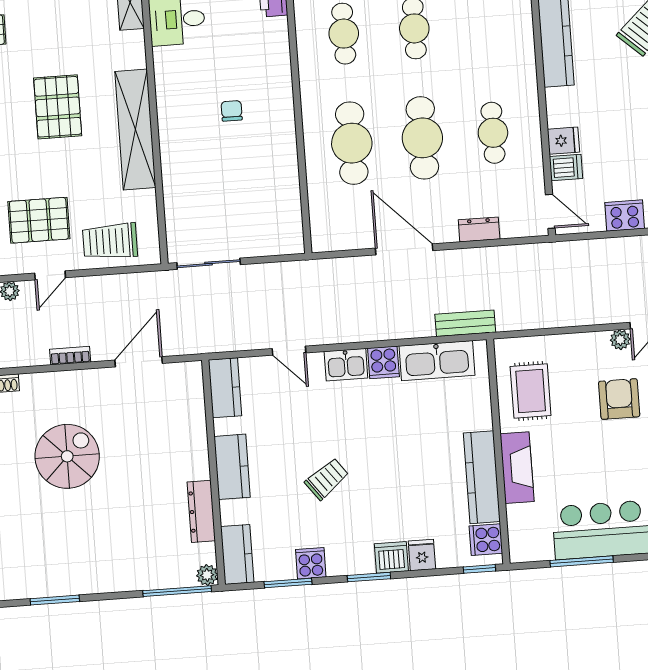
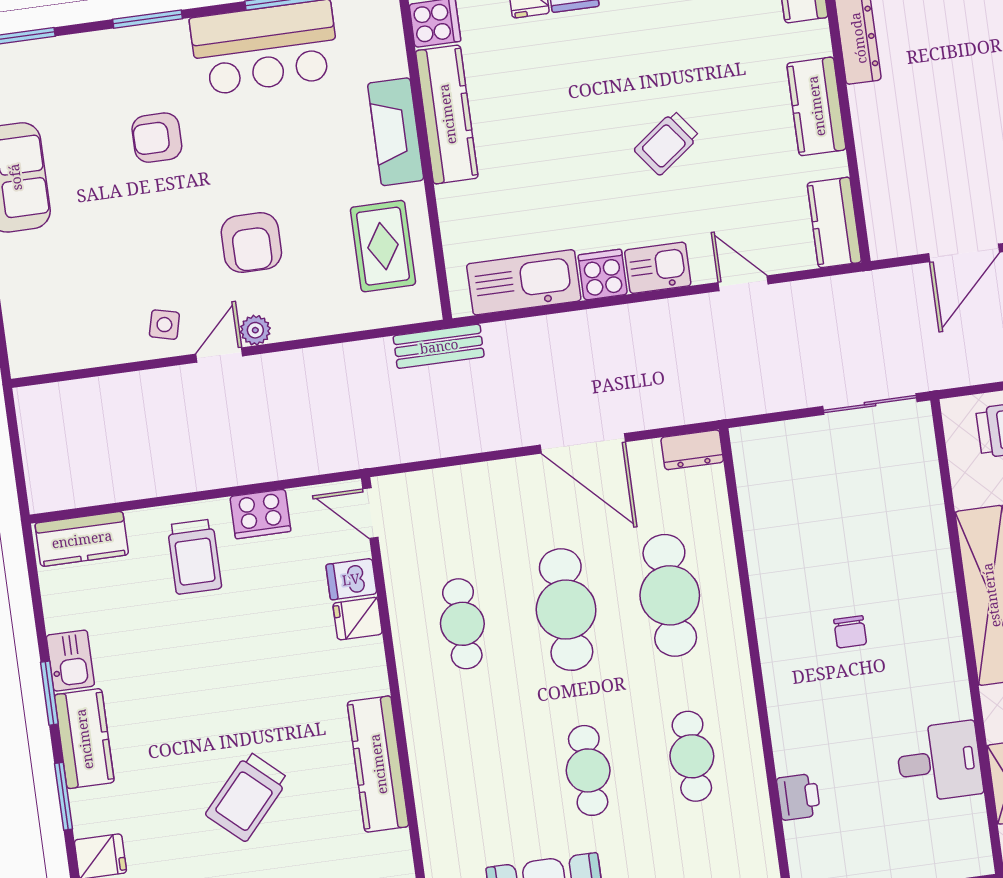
dresser: (479, 229) -> (692, 450), moved
bench: (465, 323) -> (439, 346), moved
trolley: (327, 479) -> (667, 143), moved

